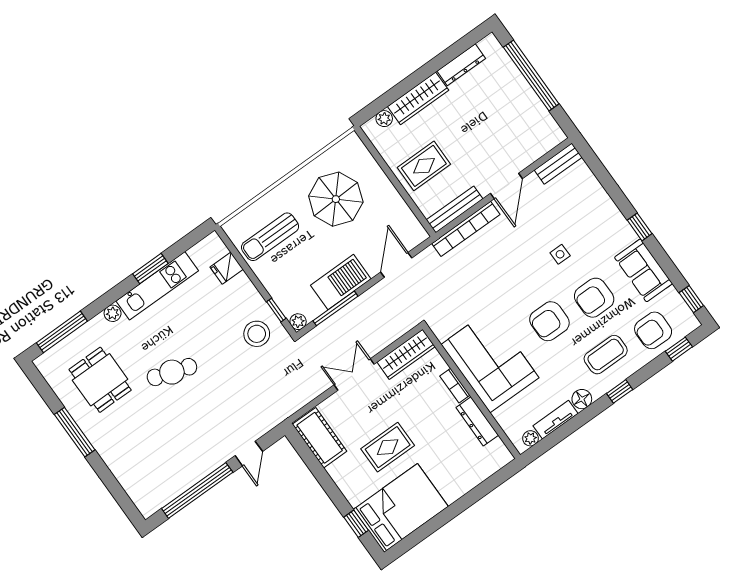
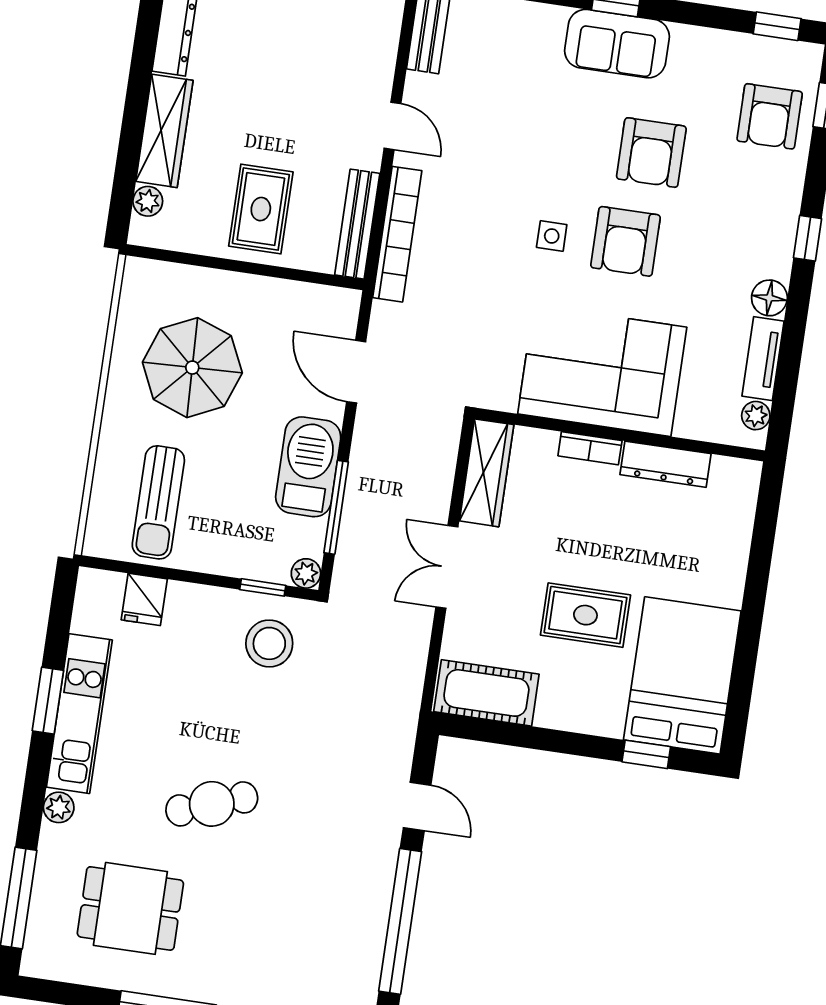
door: (506, 186) -> (392, 126), width x0.73
side table: (560, 254) -> (552, 236), moved
sofa: (644, 270) -> (617, 44), moved
coffee table: (606, 355) -> (741, 210), removed
cafe table: (172, 372) -> (212, 804), turned 52
rug: (388, 447) -> (585, 615), turned 90

